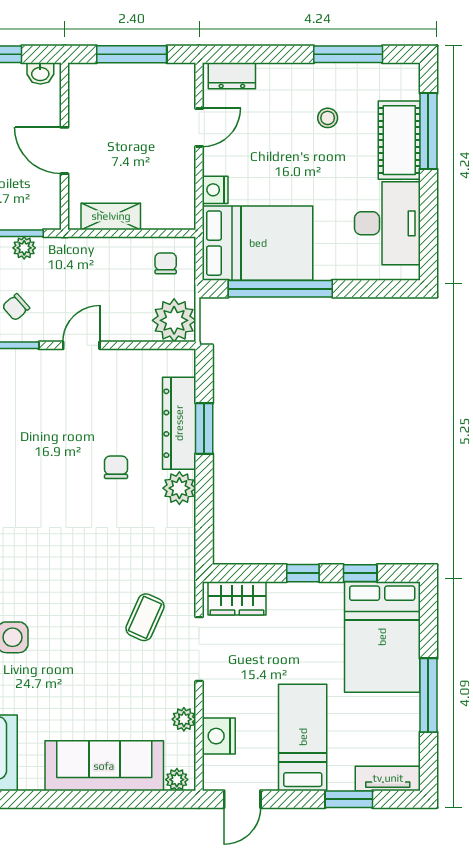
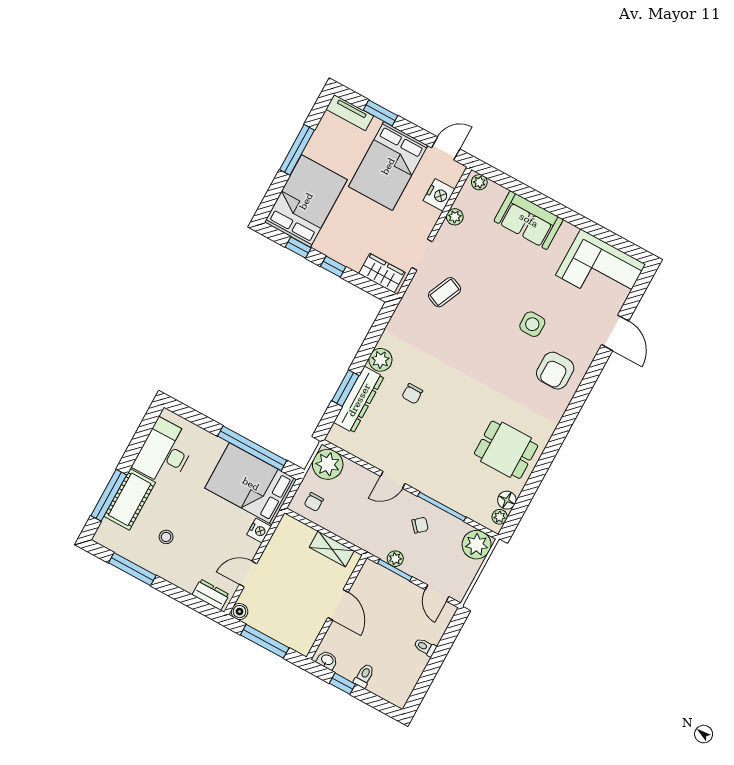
boiler: (184, 74) -> (239, 612), added
doorway: (199, 649) -> (422, 255), width x0.73
bed: (303, 737) -> (388, 166), width x1.50
sofa: (104, 766) -> (529, 220), width x0.73

